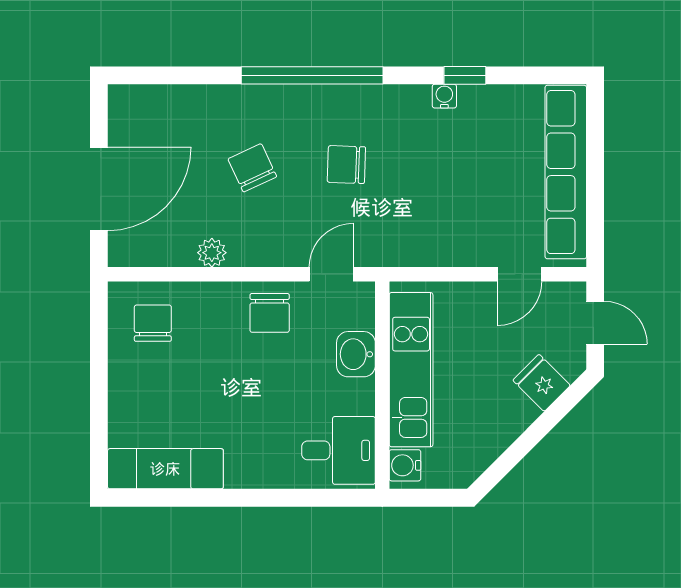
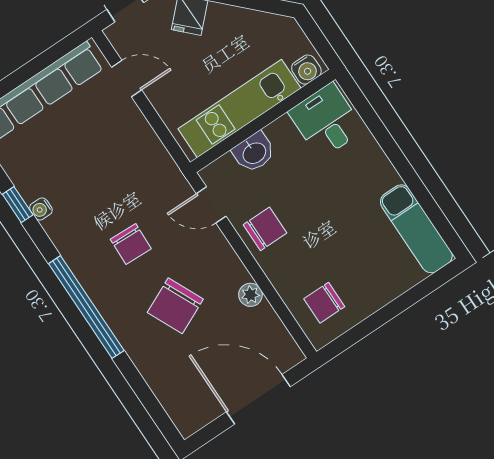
chair: (252, 168) -> (175, 306), width x1.37, depth x1.37

